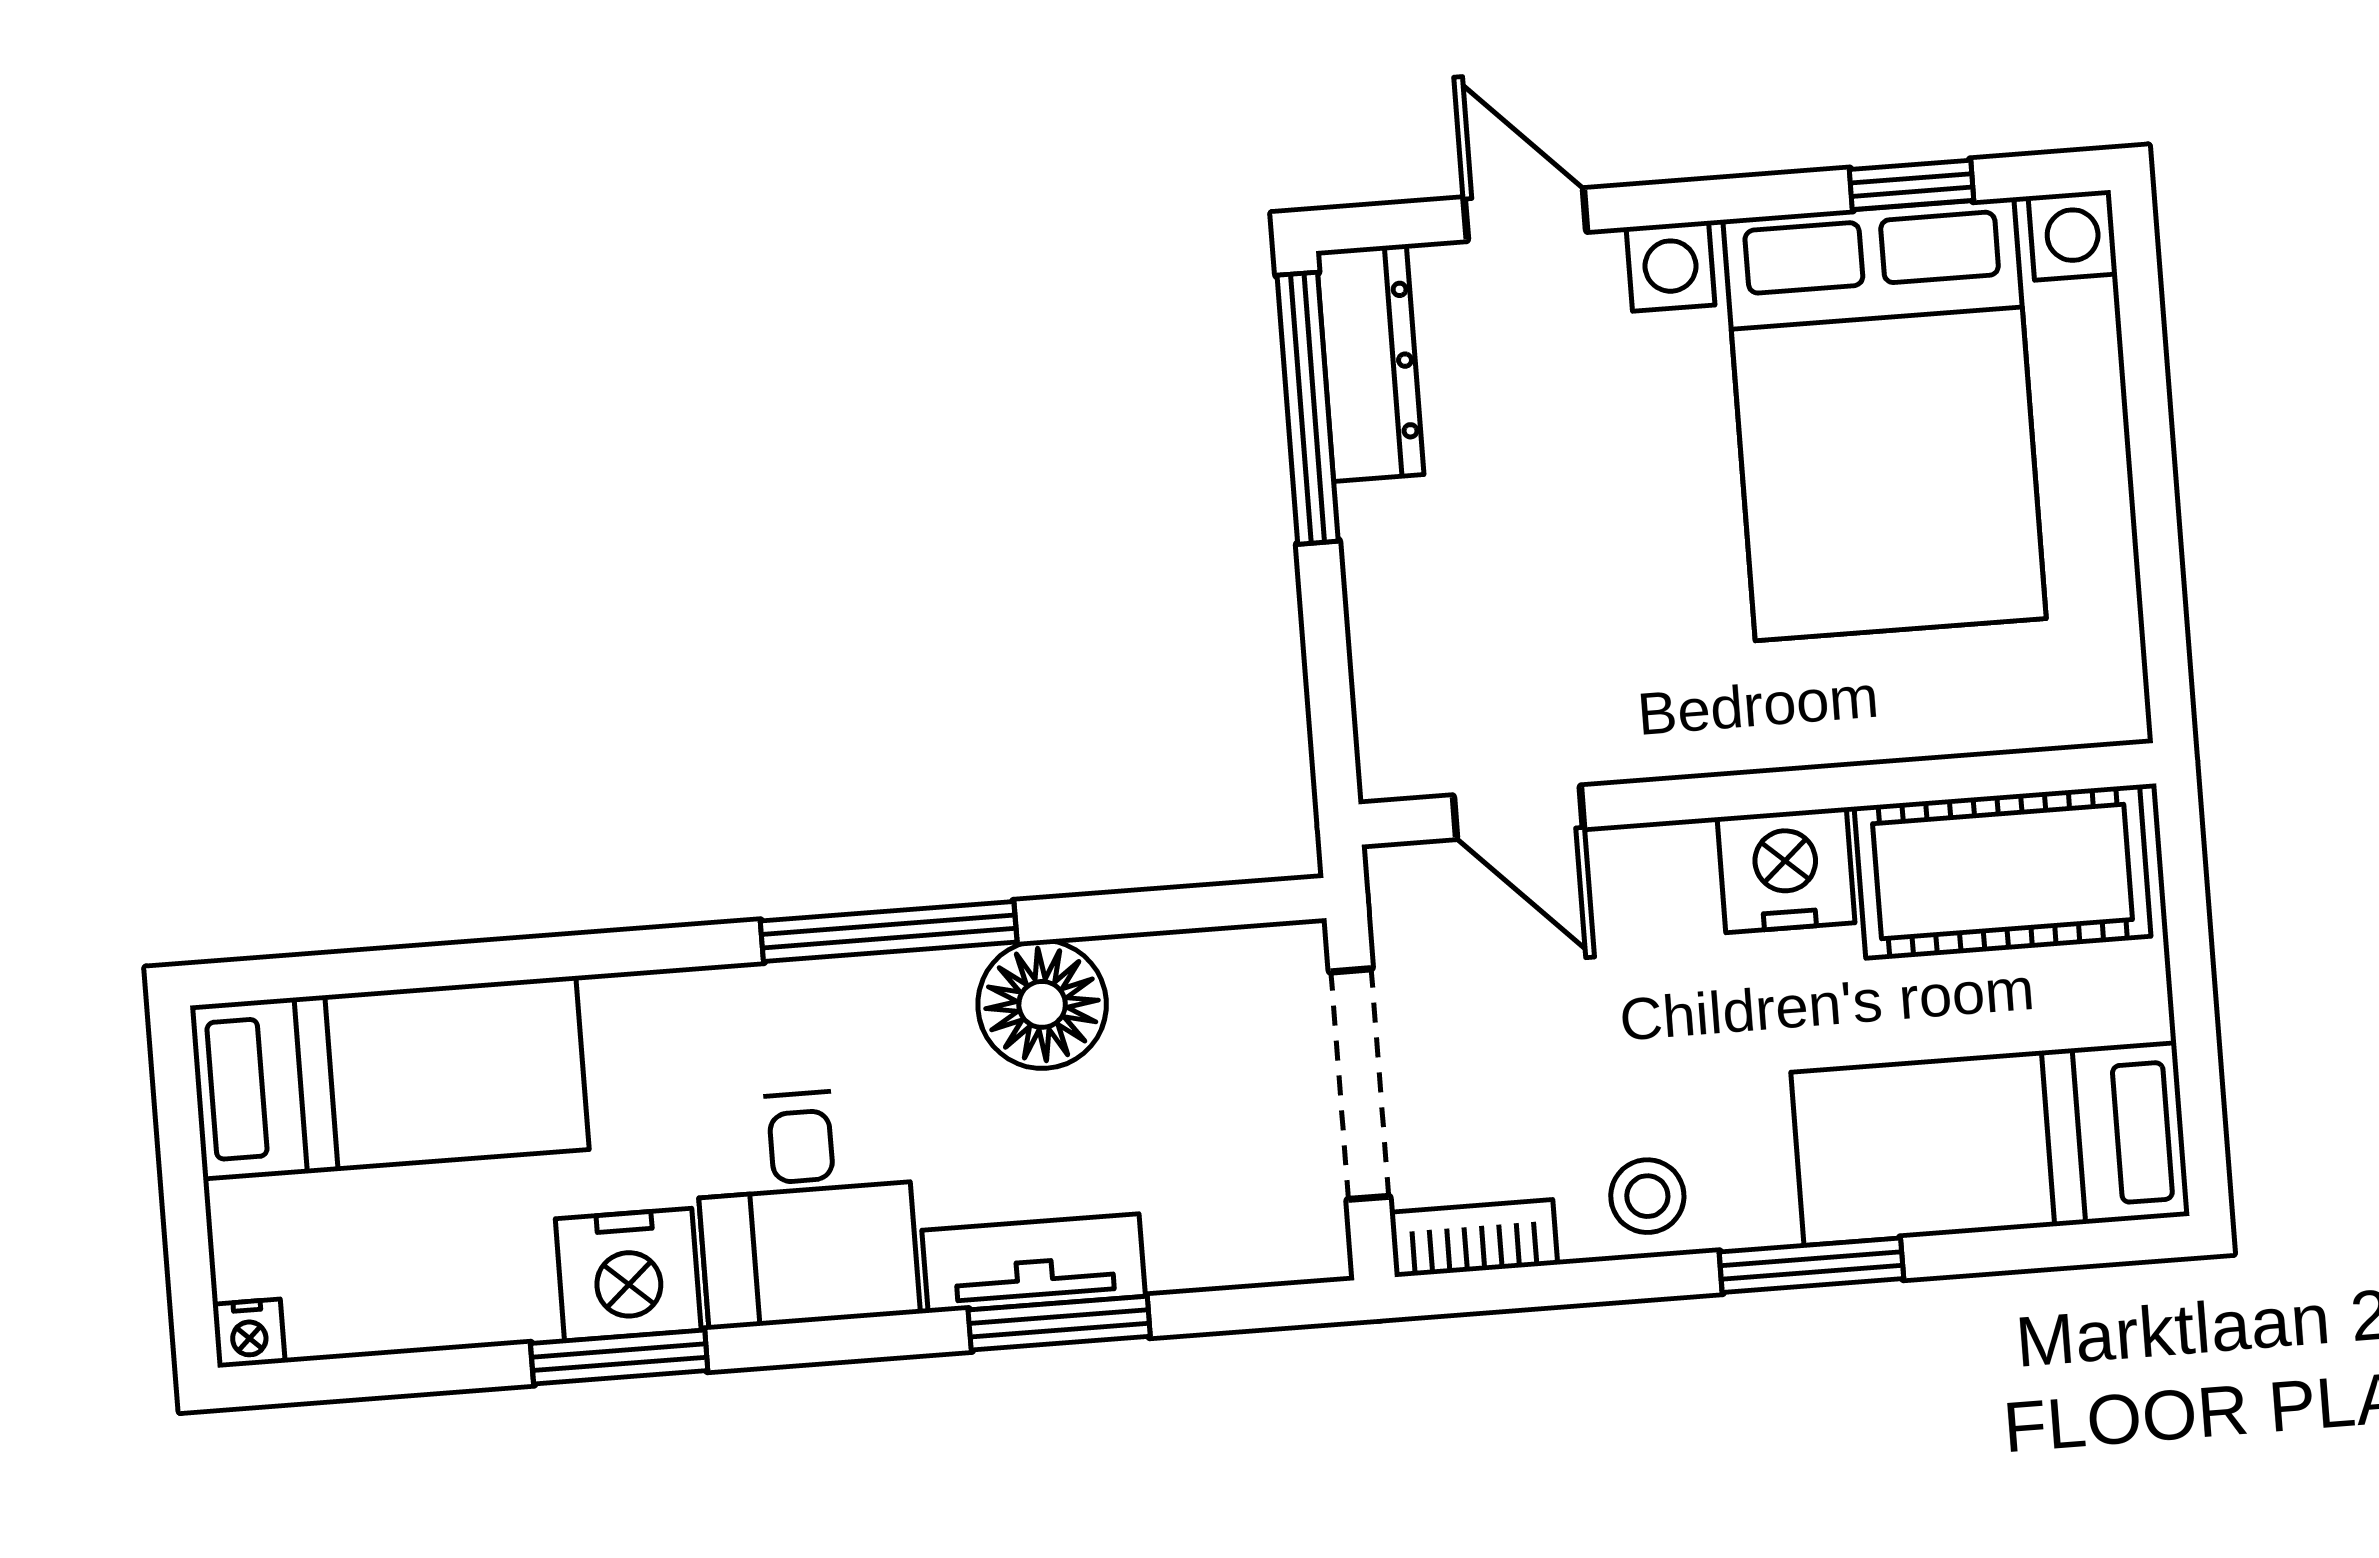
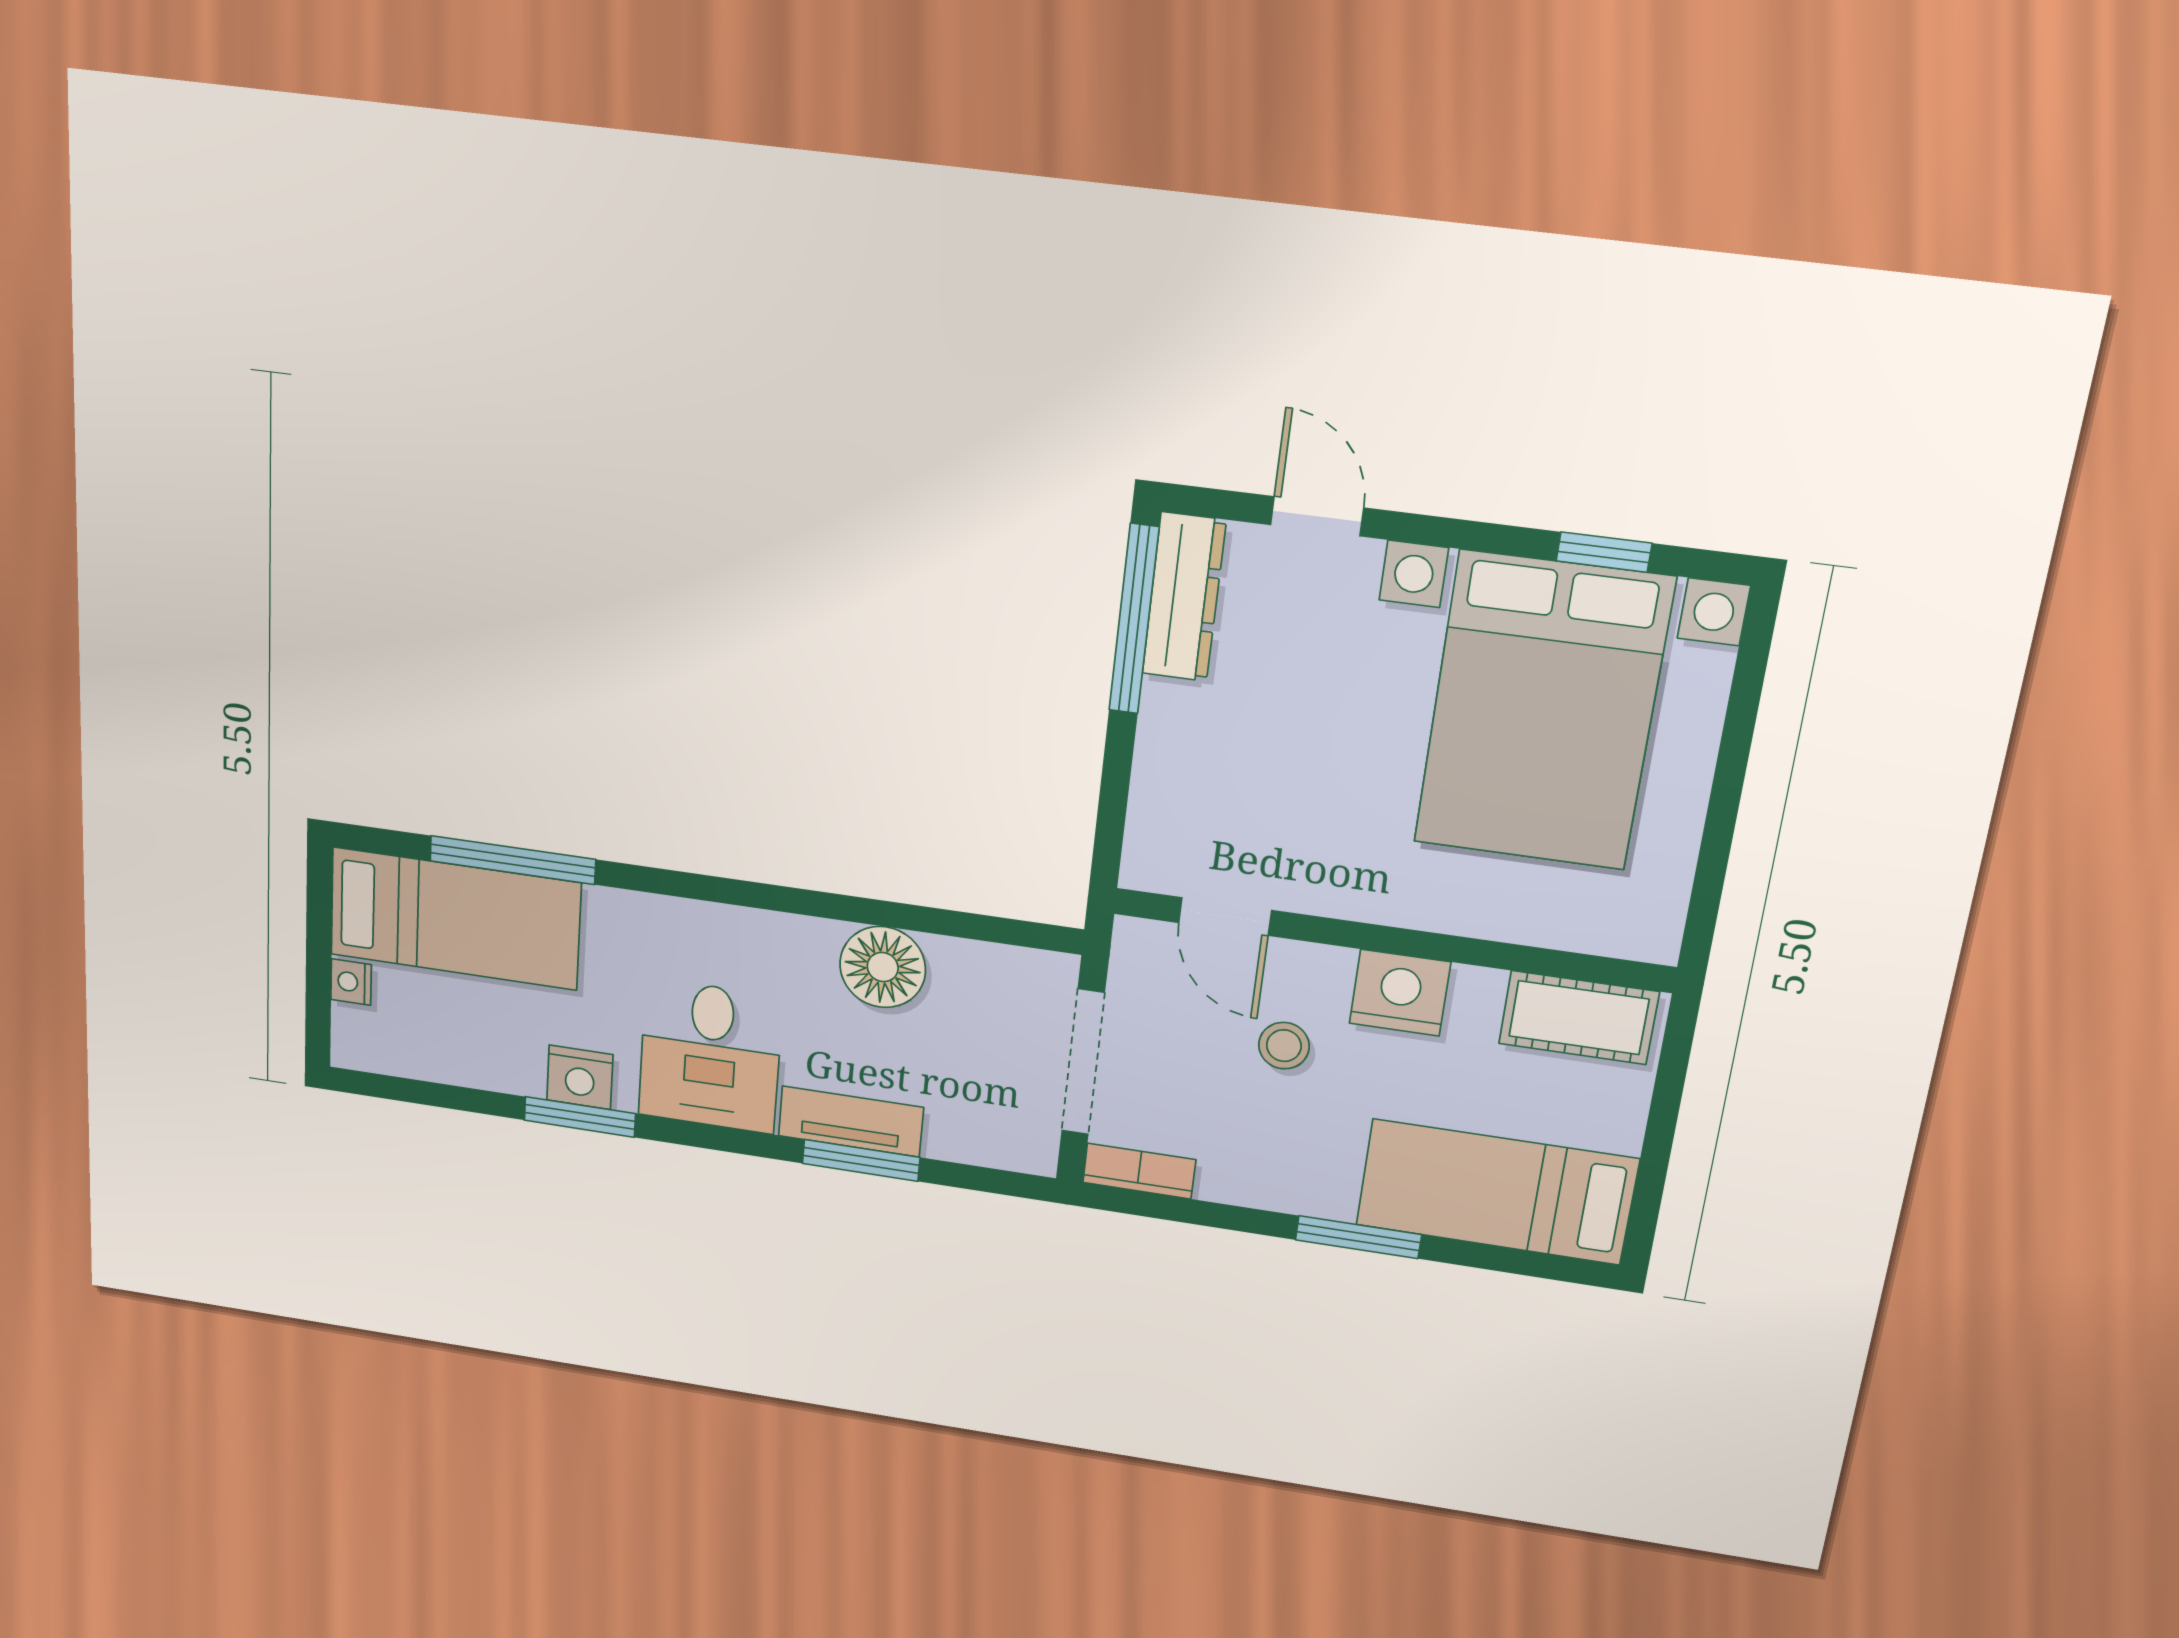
cot: (2003, 872) -> (1579, 1018), width x0.73, depth x0.75
window: (889, 932) -> (513, 860), moved
stool: (1647, 1196) -> (1284, 1046), moved
nightstand: (628, 1275) -> (580, 1077), width x0.74, depth x0.75
nightstand: (249, 1333) -> (351, 982), moved, turned 90

